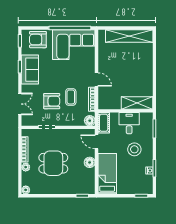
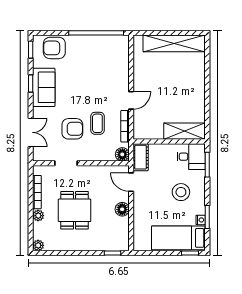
corner sofa: (74, 45) -> (101, 55), removed
door: (96, 79) -> (131, 100), hinge flipped
desk: (129, 123) -> (191, 157), moved, turned 90
dining table: (53, 163) -> (75, 210), turned 90
bed: (107, 174) -> (178, 238), moved, turned -90

